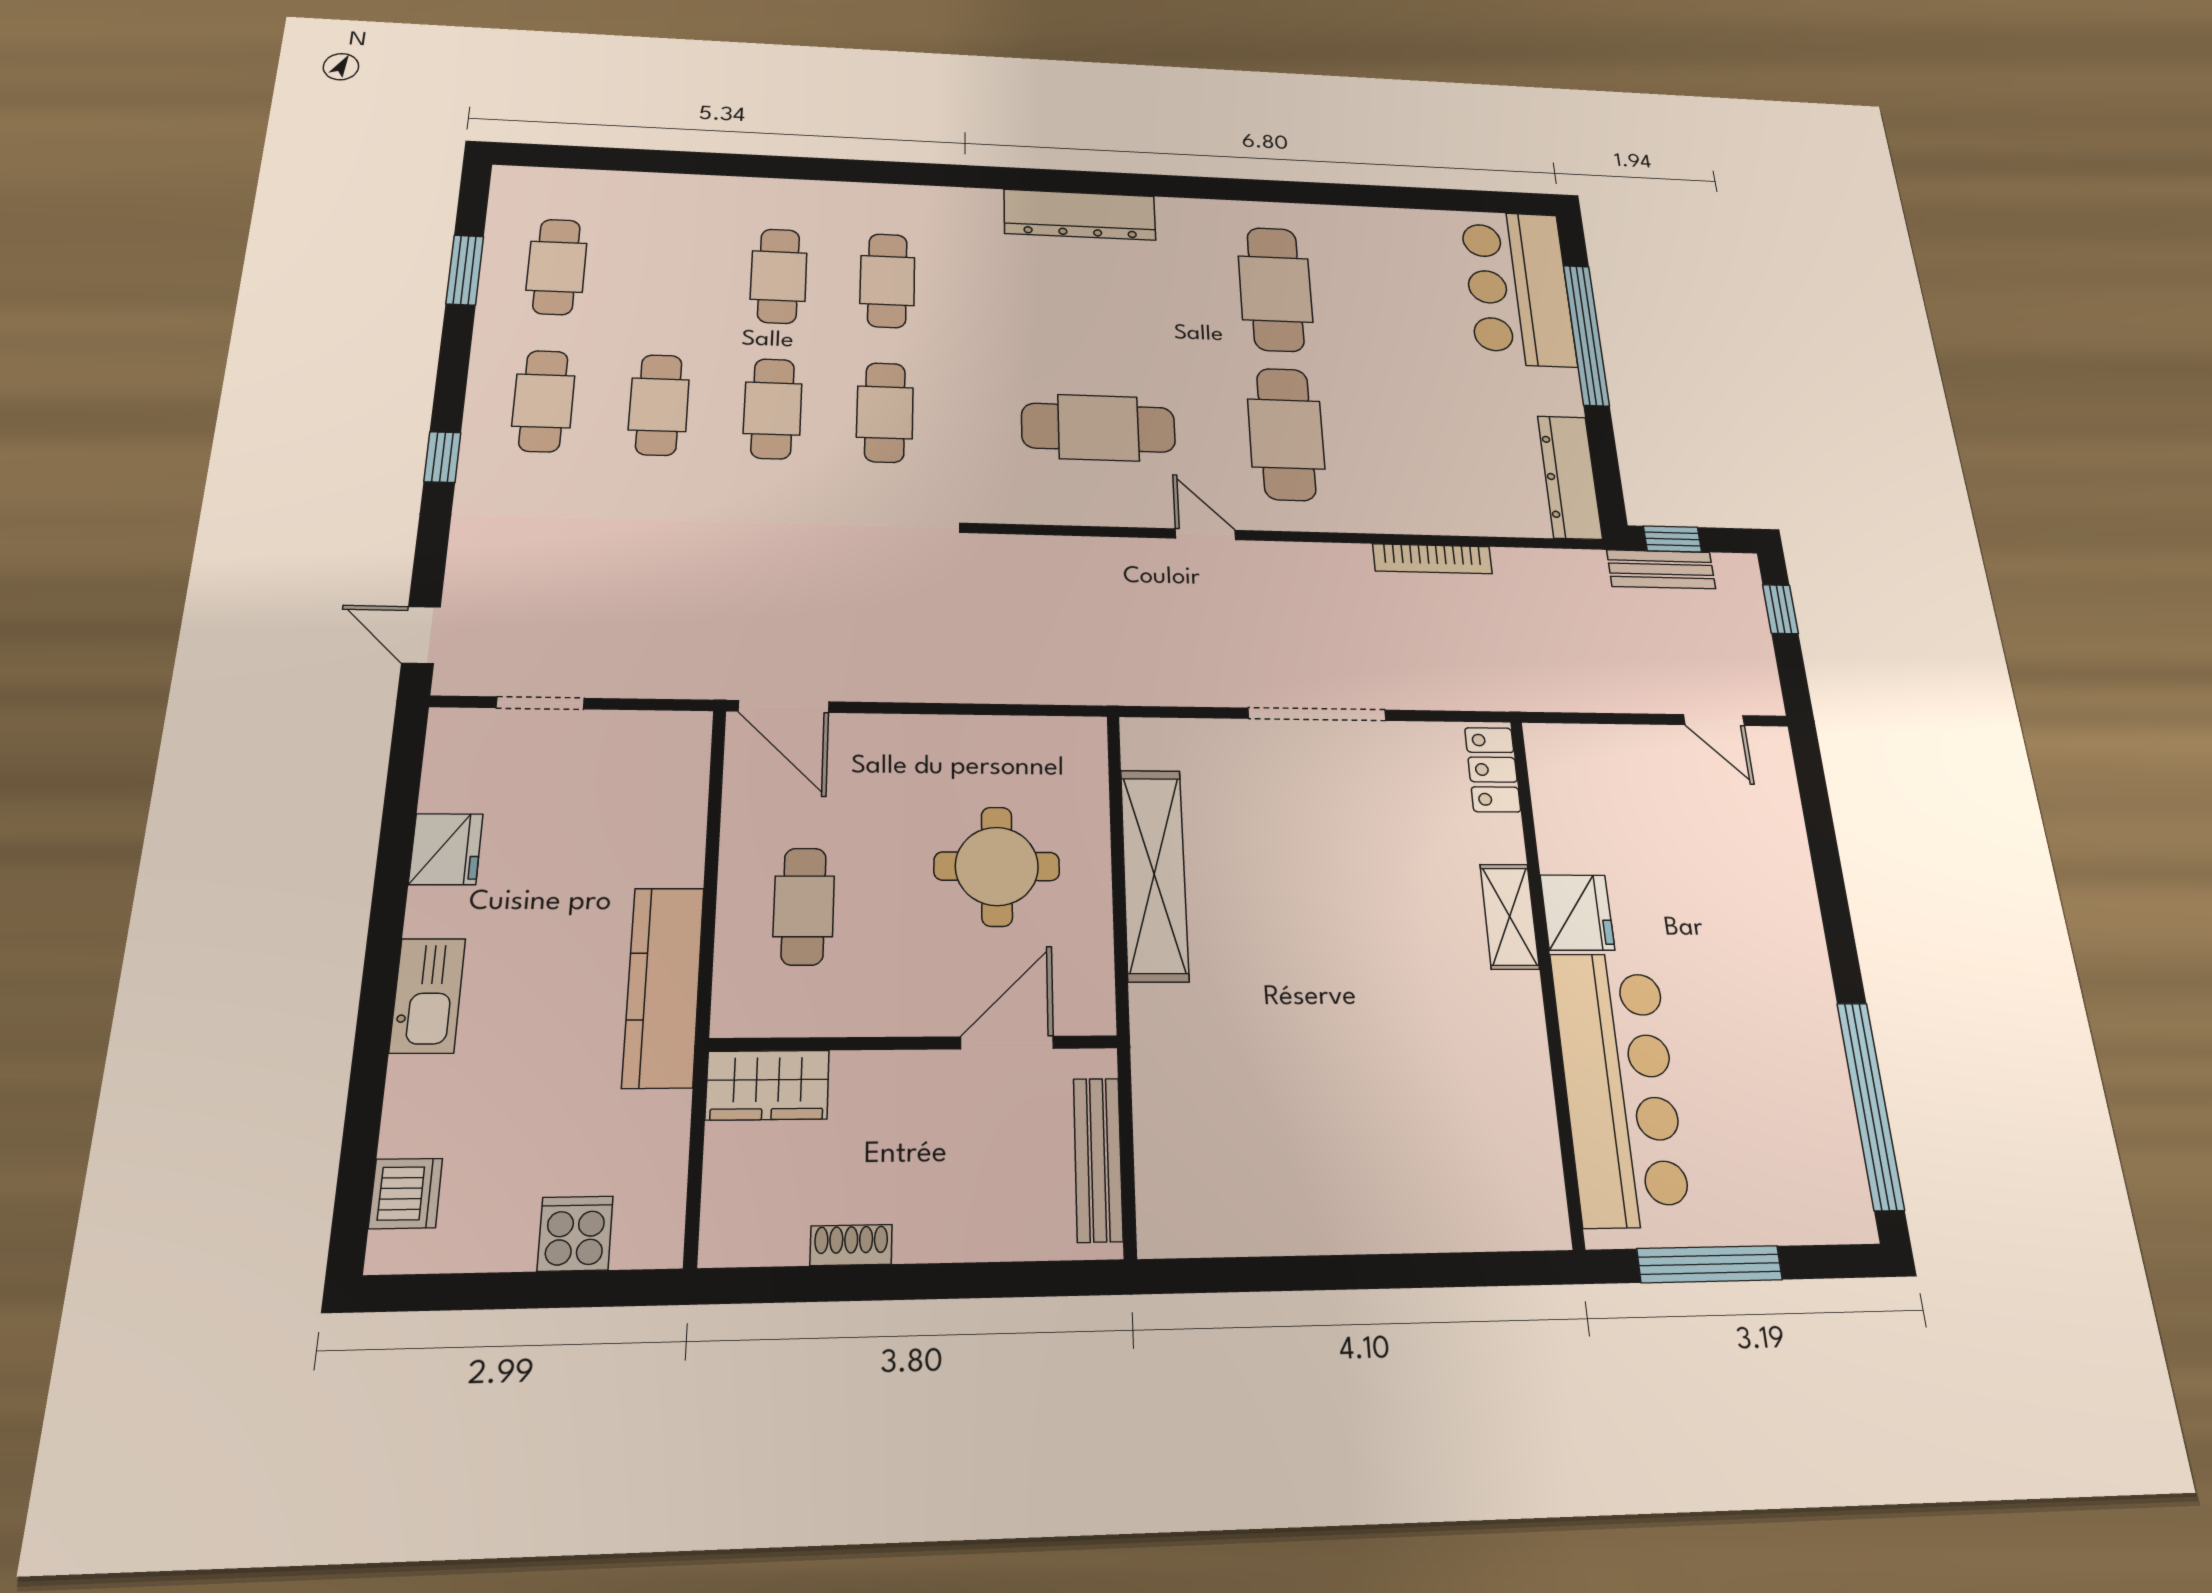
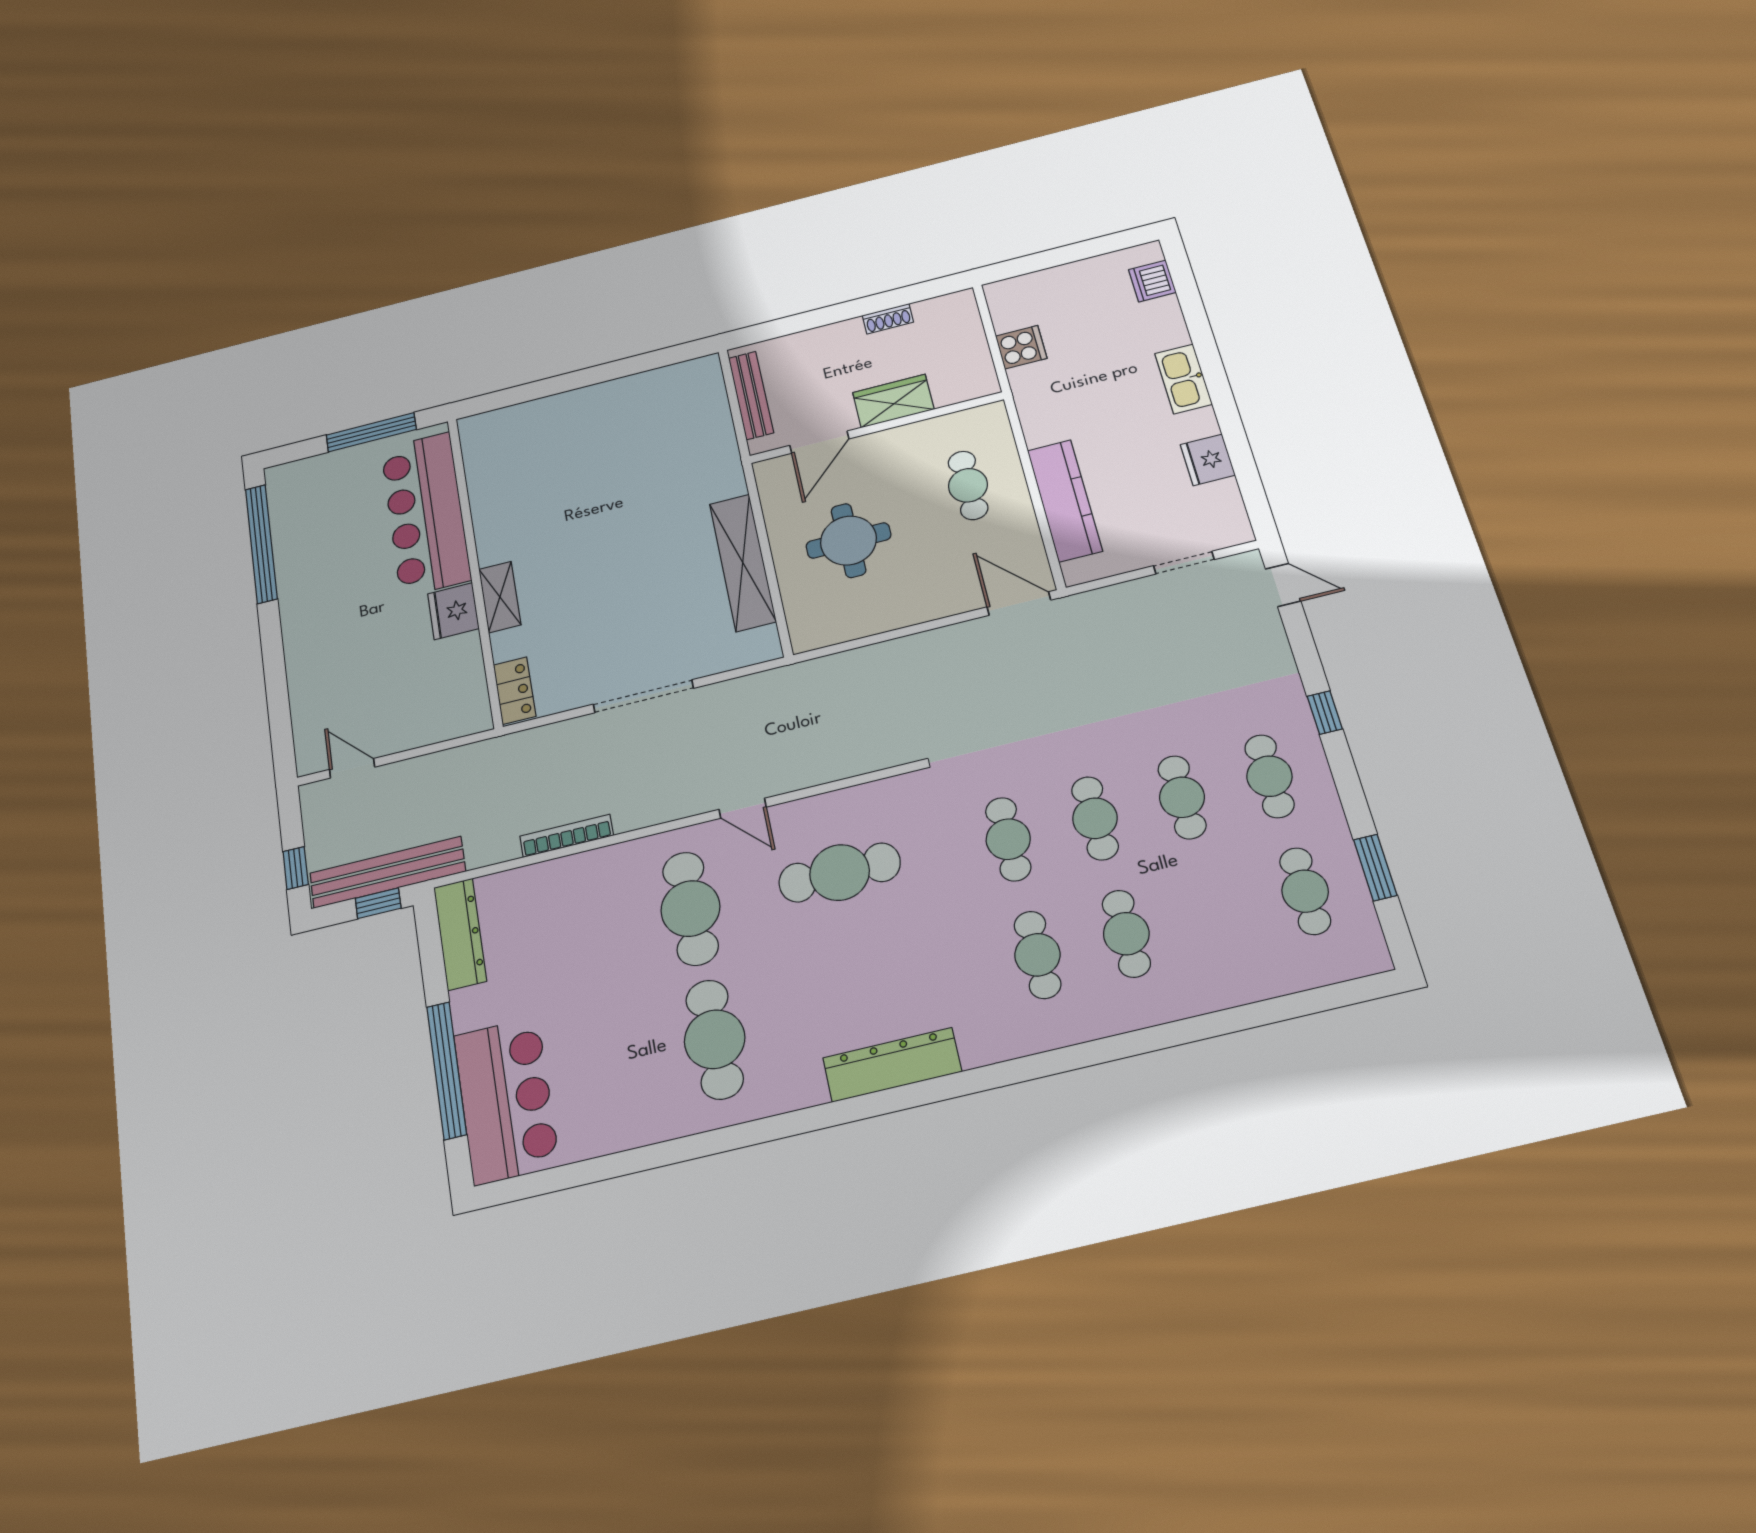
bench: (1661, 569) -> (388, 872), width x1.86, depth x1.21
kitchen counter: (663, 986) -> (1065, 500), moved
wardrobe: (767, 1085) -> (893, 401), moved
cooker: (575, 1234) -> (1021, 347), moved, turned -90

